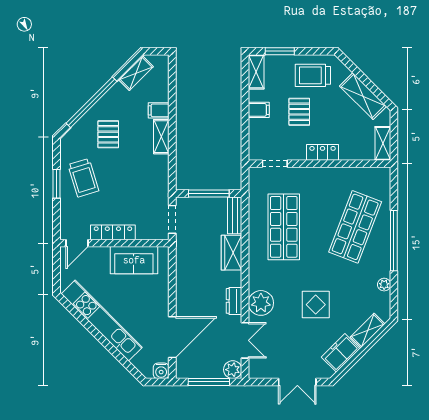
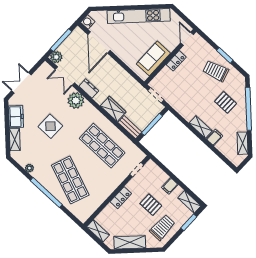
locker: (113, 232) -> (176, 61), width x0.66

